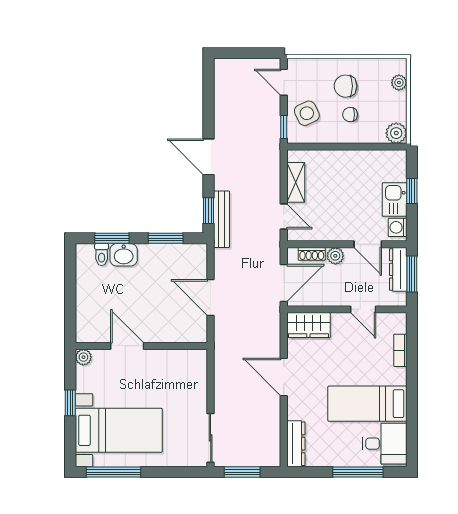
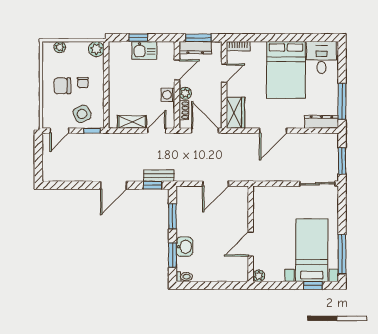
chair: (345, 86) -> (62, 86), turned 90
bench: (222, 219) -> (159, 176), width x0.73
washing machine: (398, 227) -> (168, 95), moved, turned 90
toilet: (102, 254) -> (184, 277), moved
bookcase: (400, 350) -> (238, 46), moved
window: (70, 403) -> (313, 285), moved
bed: (367, 404) -> (286, 70), width x1.50
window: (358, 472) -> (342, 102), moved

